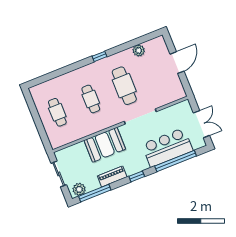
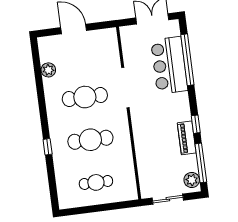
window: (99, 56) -> (48, 147), moved
cafe table: (91, 99) -> (90, 140), width x1.37, depth x1.35
booth: (105, 145) -> (148, 137), removed
window: (137, 176) -> (196, 124), moved

